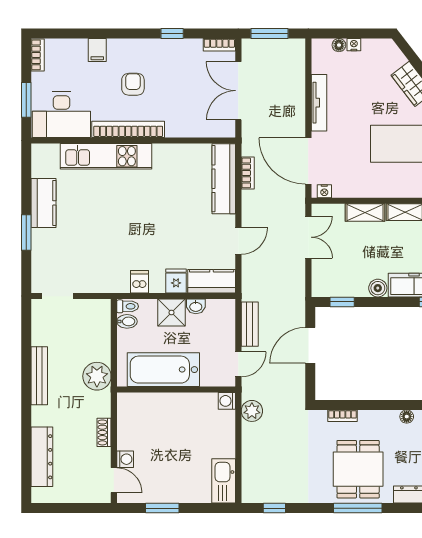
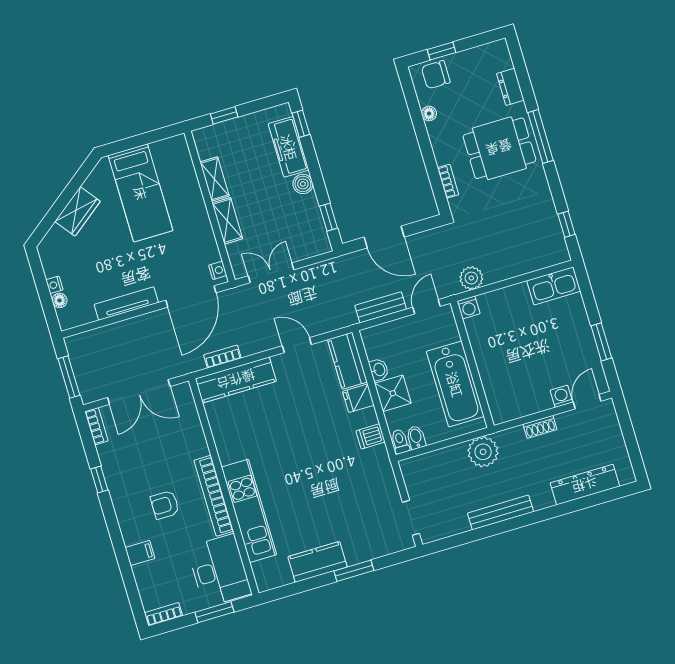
door: (238, 364) -> (427, 307), hinge flipped

